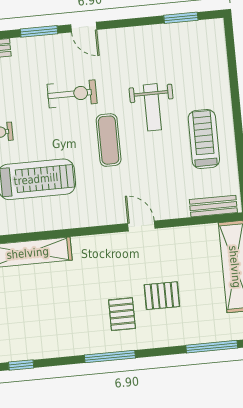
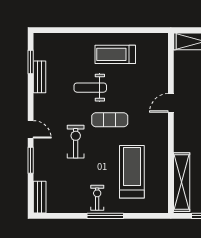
door: (84, 27) -> (31, 129), hinge flipped
weight bench: (152, 107) -> (90, 88), turned 180
bench: (213, 206) -> (40, 77), moved

